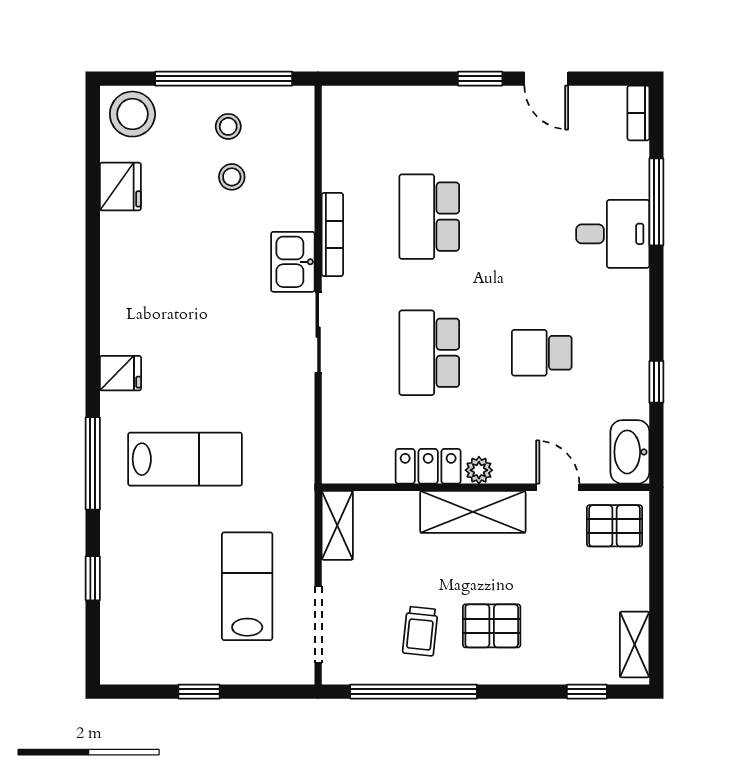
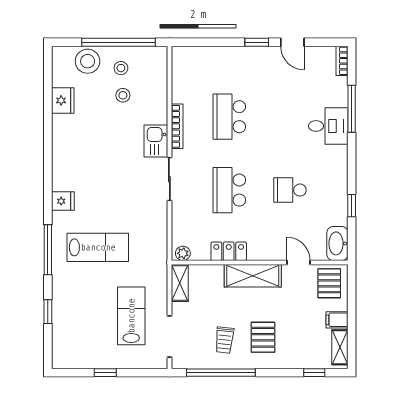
stool: (132, 114) -> (88, 61), moved
plant: (479, 470) -> (183, 253), moved
pallet: (615, 526) -> (329, 283), turned 90
filing cabinet: (629, 594) -> (337, 320), added
pallet: (492, 626) -> (263, 337), turned 90

